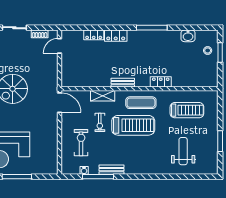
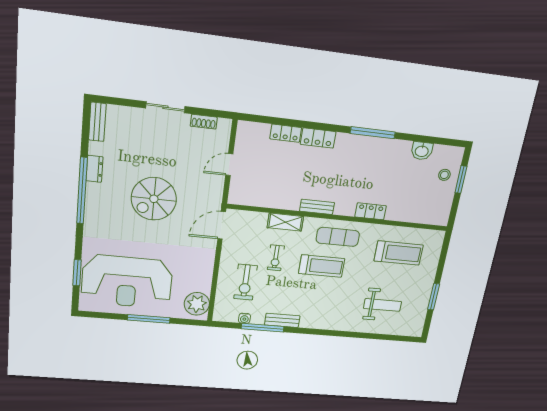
door: (59, 46) -> (229, 165), moved
door: (59, 103) -> (222, 225), swing flipped
treadmill: (133, 125) -> (322, 266), width x0.73, depth x0.73
exercise bike: (81, 143) -> (245, 282), turned 180
weight bench: (183, 151) -> (382, 305), turned 90
plant: (49, 162) -> (197, 304), added

